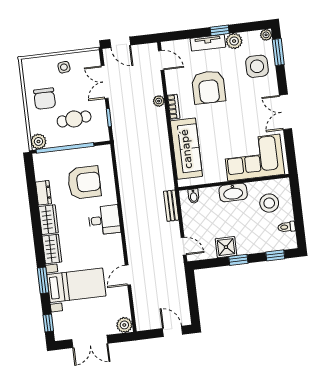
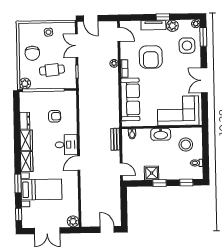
armchair: (84, 182) -> (55, 116), width x0.53, depth x0.53
door: (128, 275) -> (79, 163), moved

